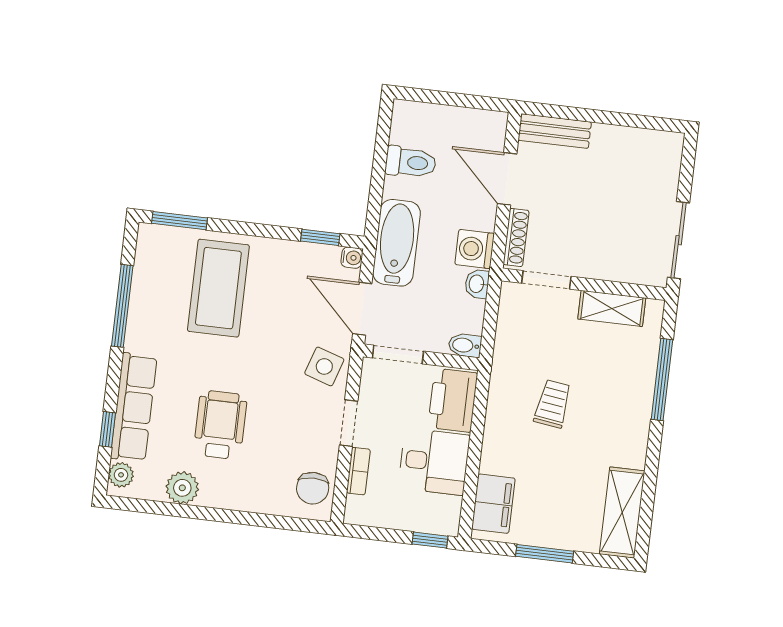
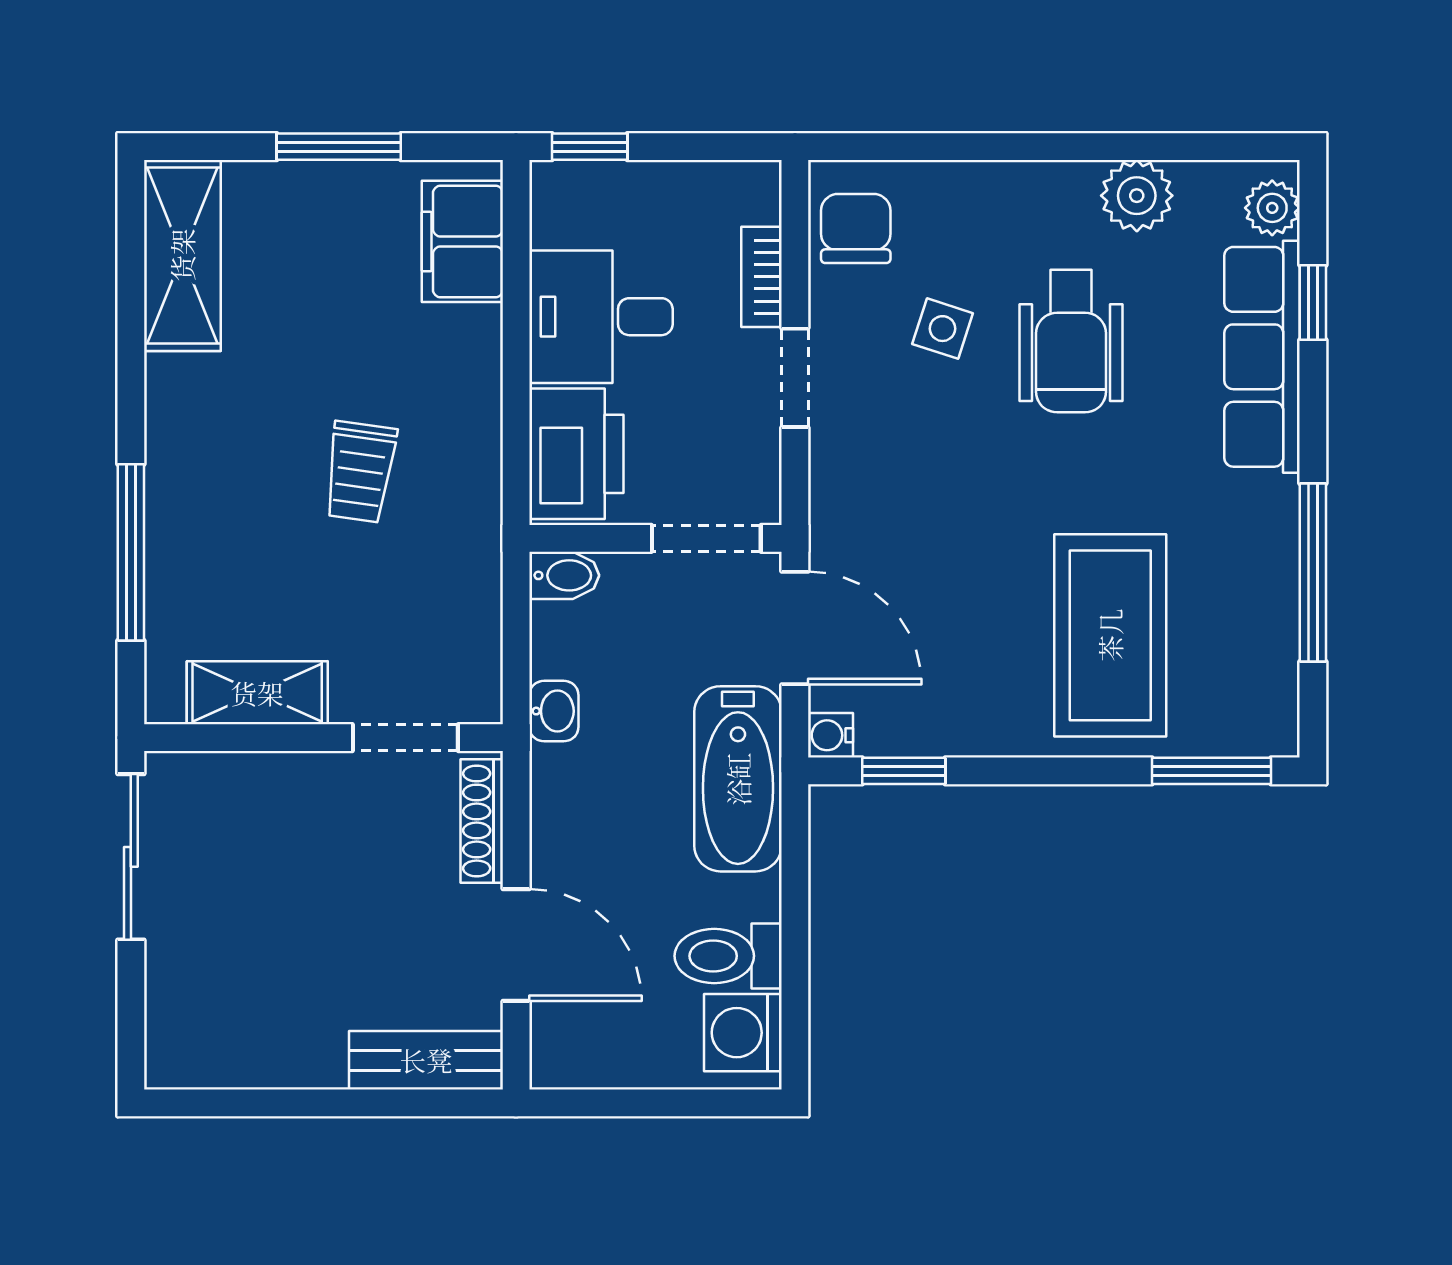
washing machine: (475, 249) -> (743, 1033), moved, turned 180
side table: (324, 366) -> (943, 329), moved, width x0.73, depth x0.73

